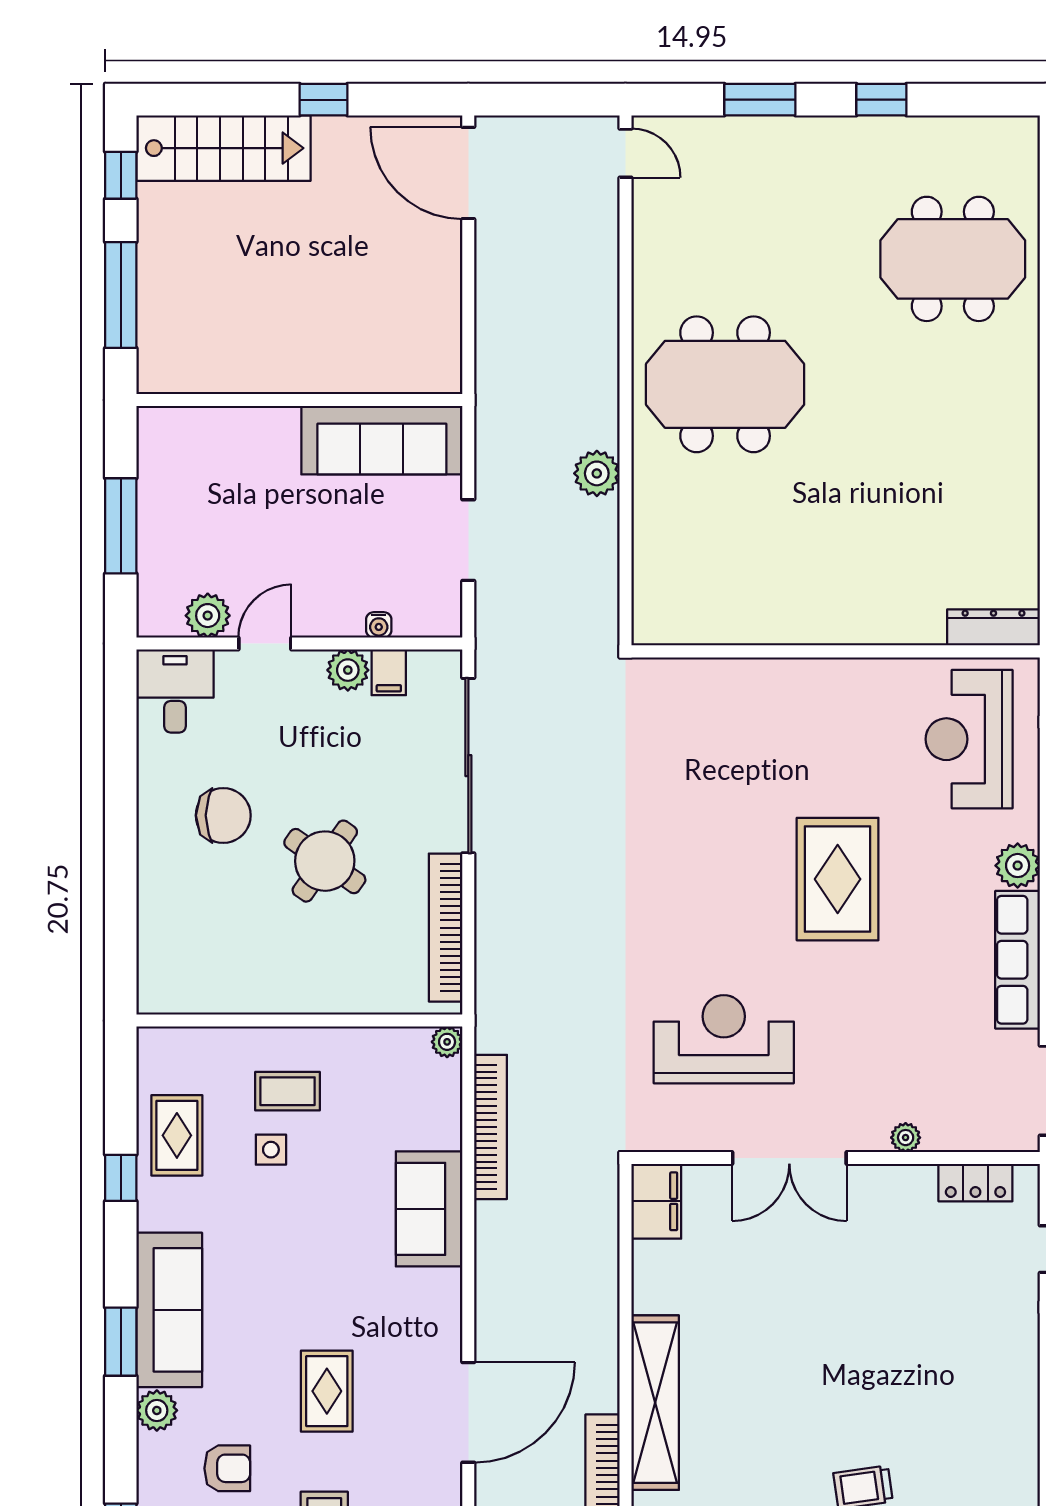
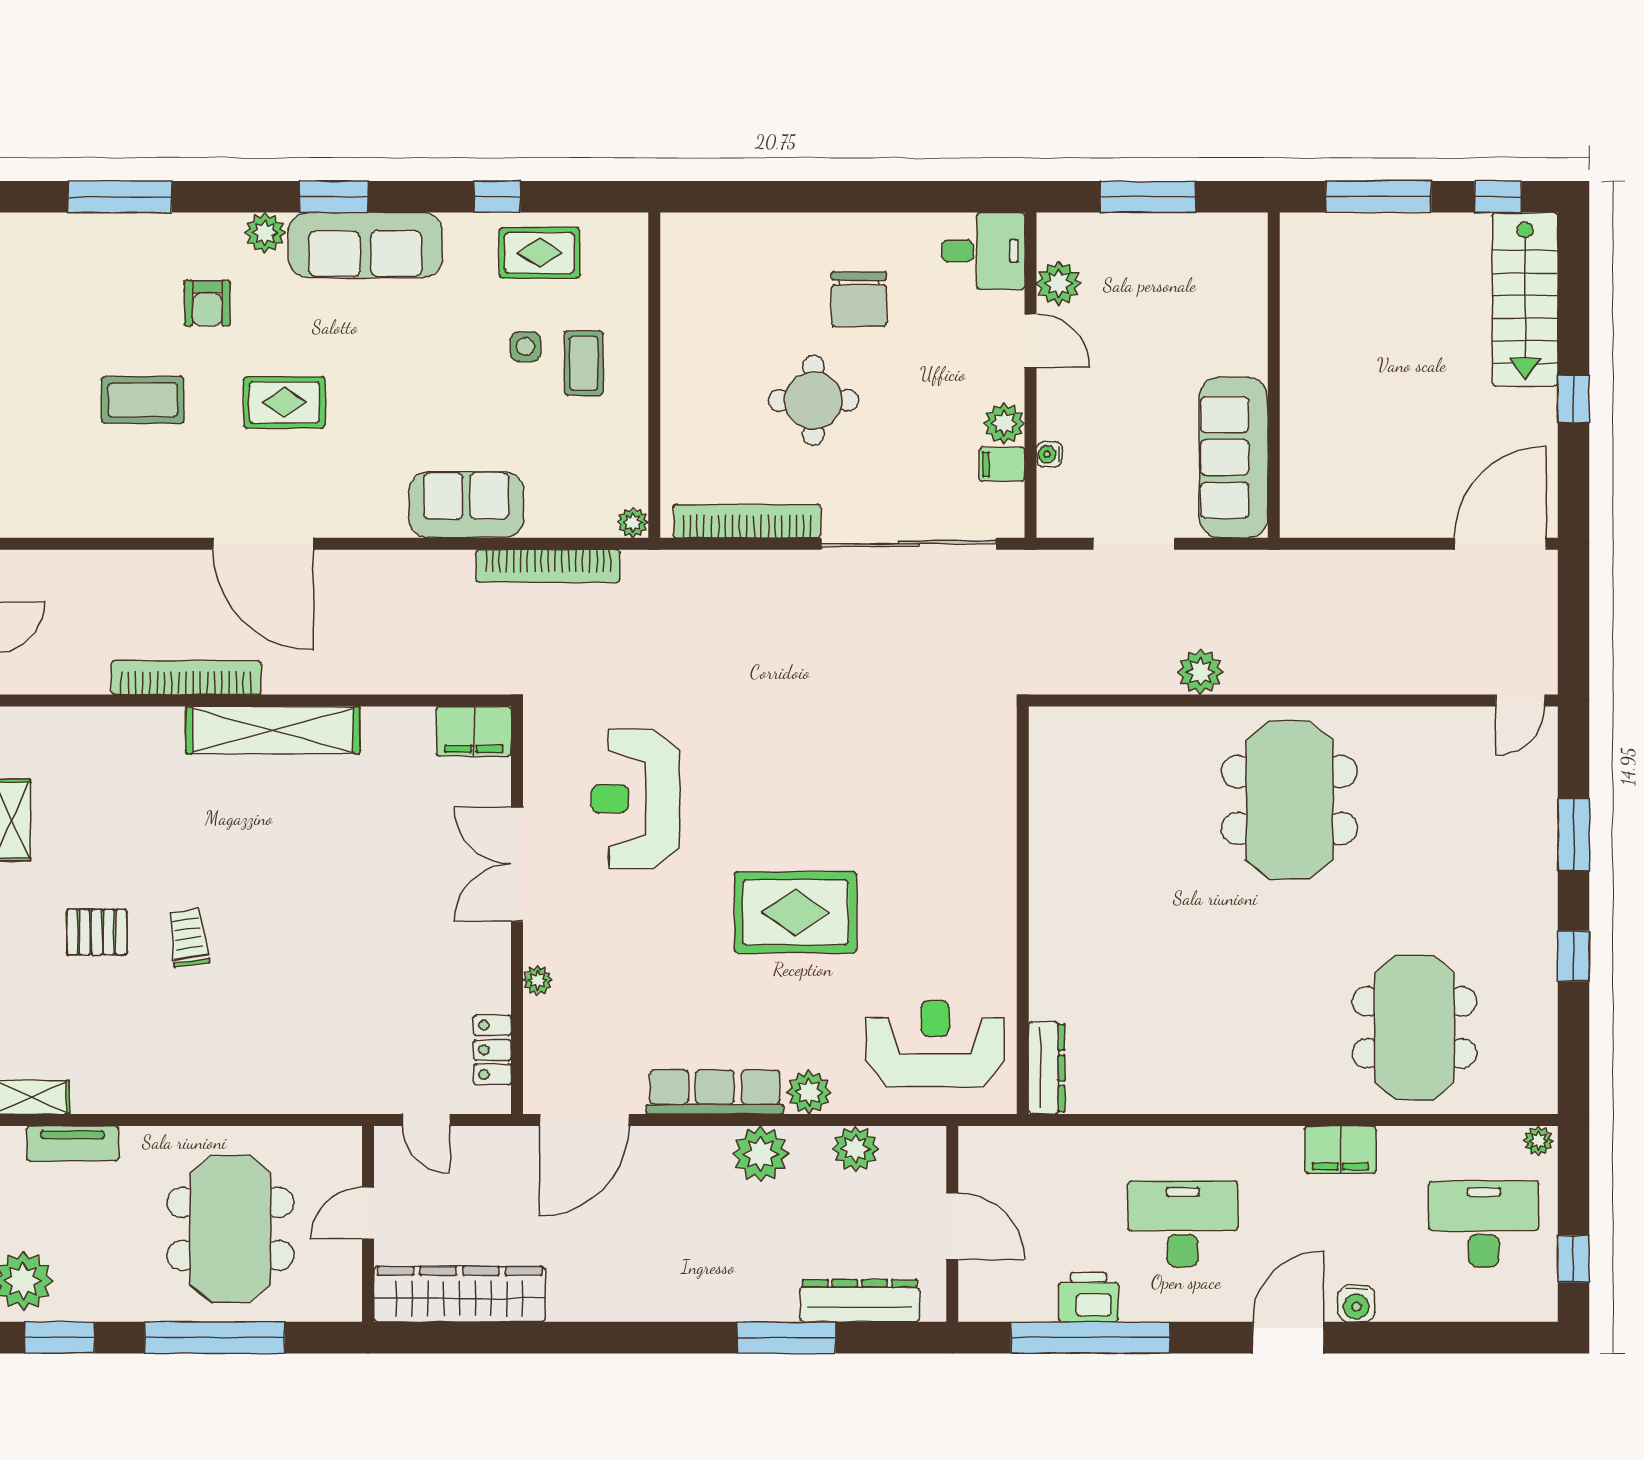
round table: (325, 861) -> (813, 400), turned -35
reception desk: (724, 1039) -> (636, 799), turned 180

